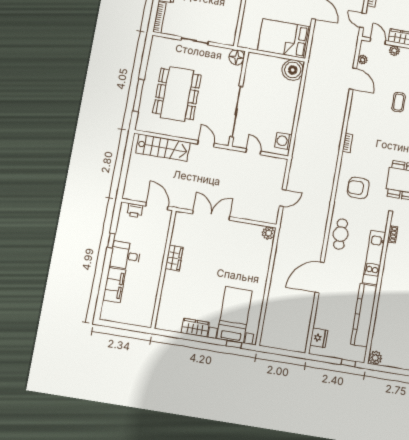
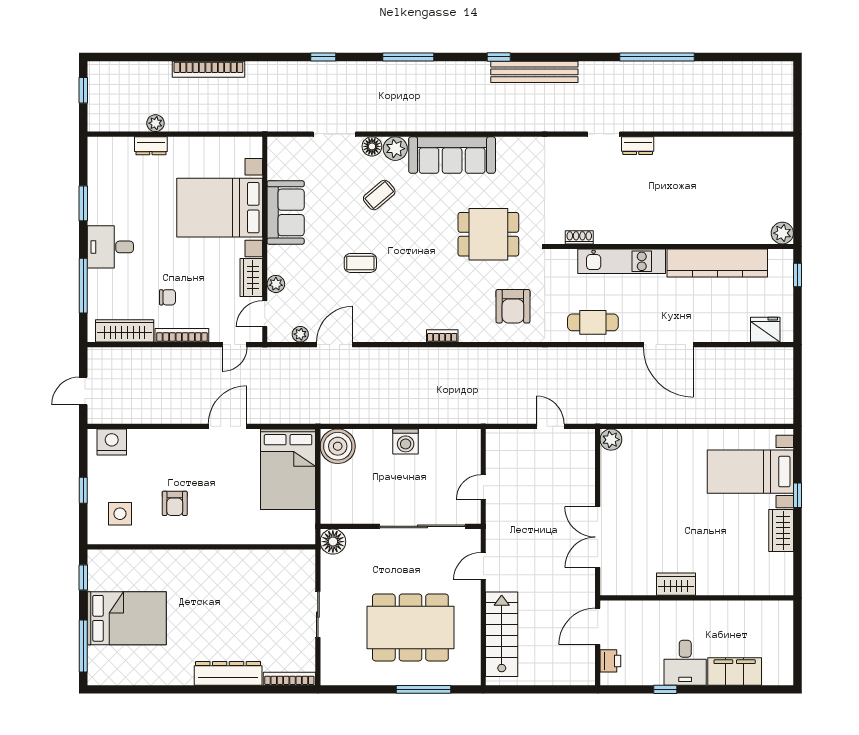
washing machine: (283, 141) -> (406, 441), moved
window: (234, 344) -> (797, 495), moved

